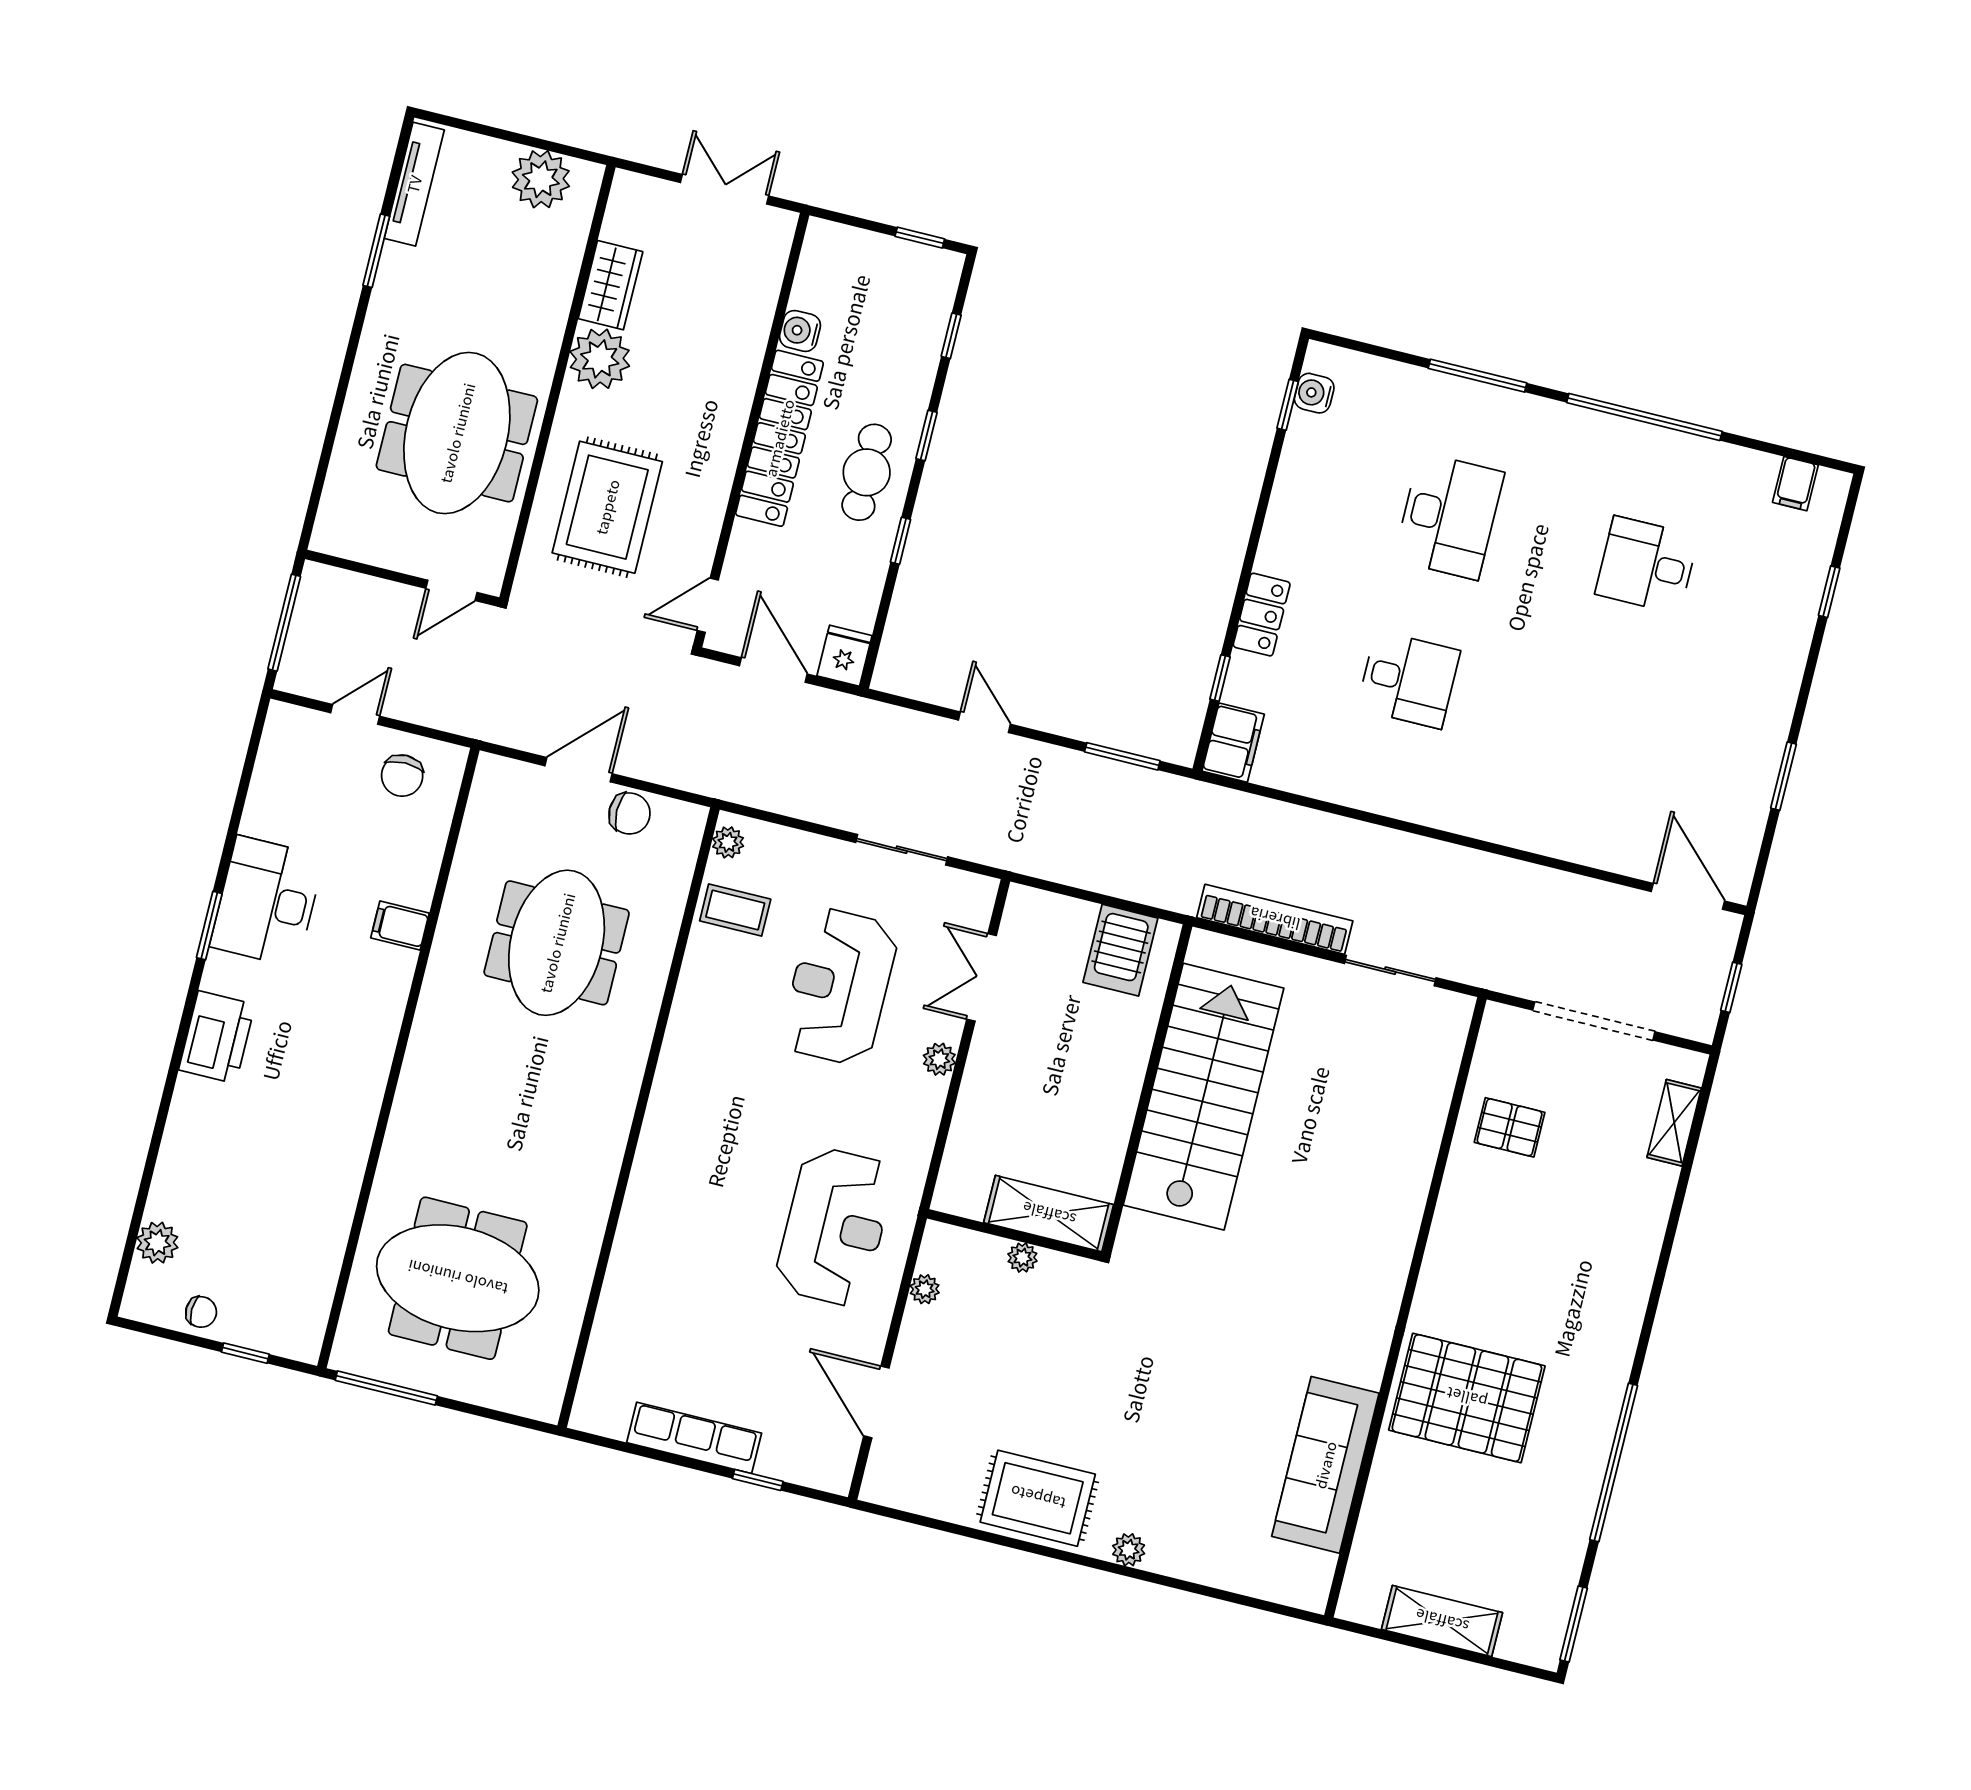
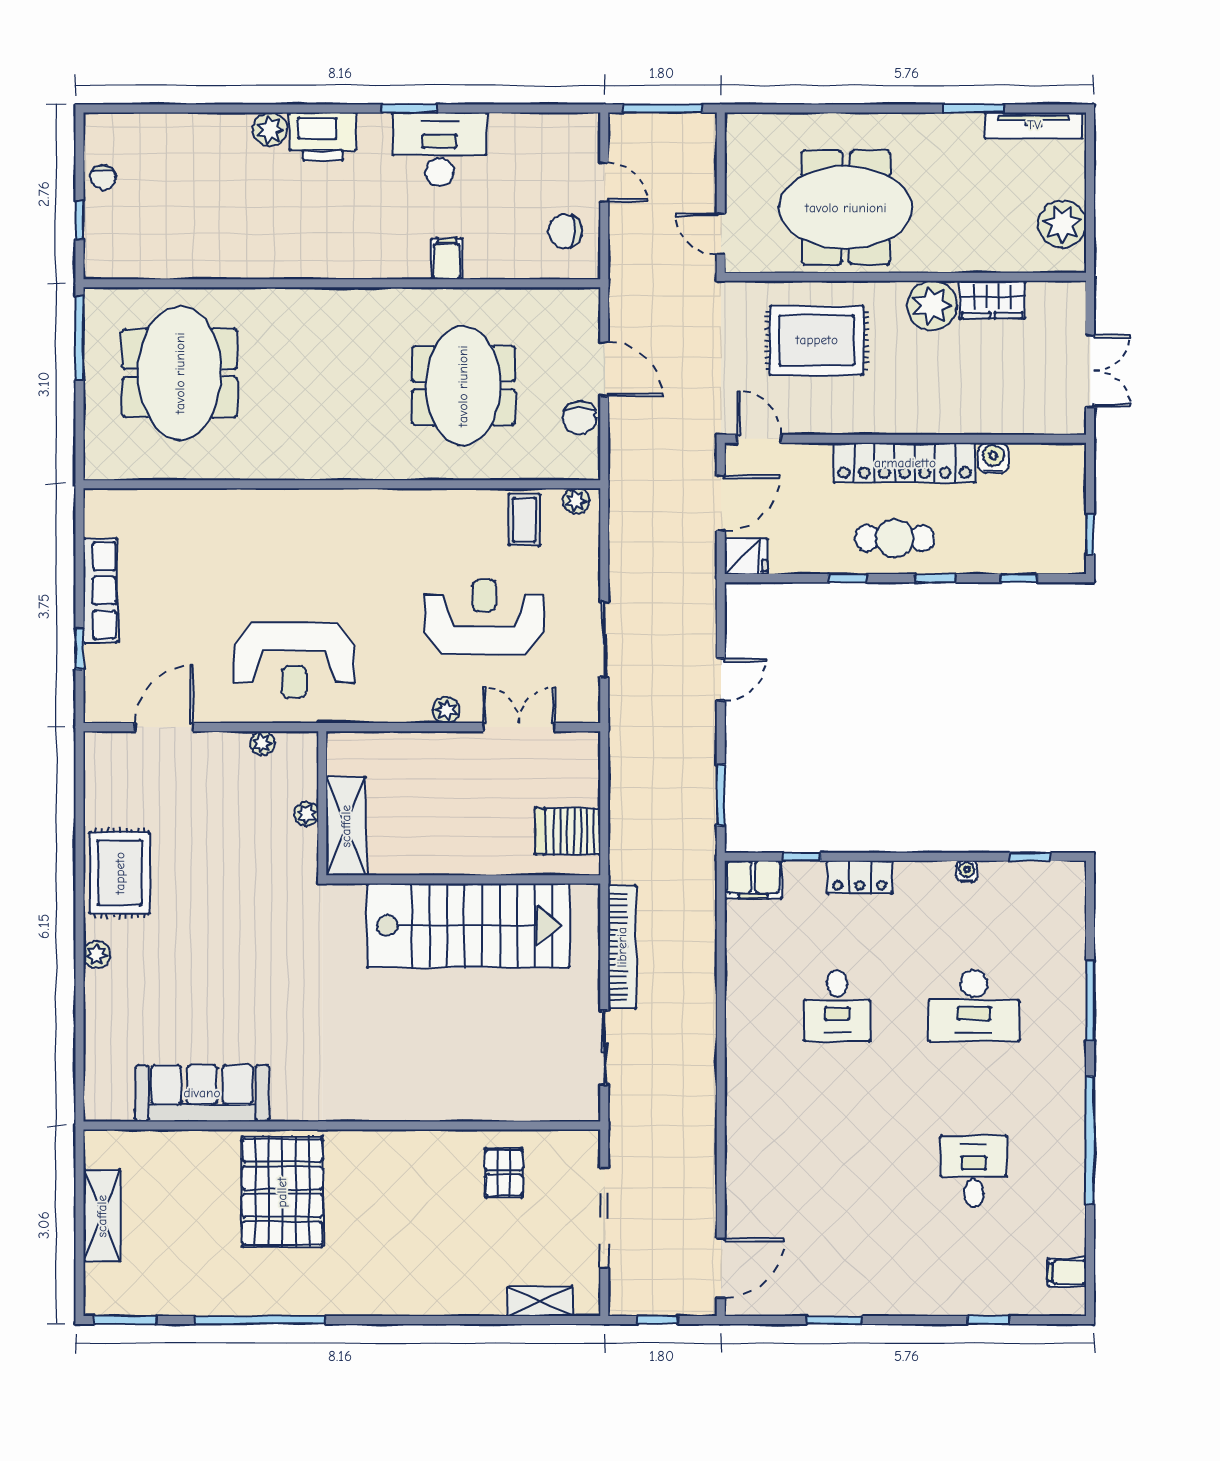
water cooler: (1314, 393) -> (967, 871), moved, width x0.72, depth x0.72
meeting table: (557, 943) -> (463, 386), turned 90
plant: (157, 1243) -> (270, 129), moved

